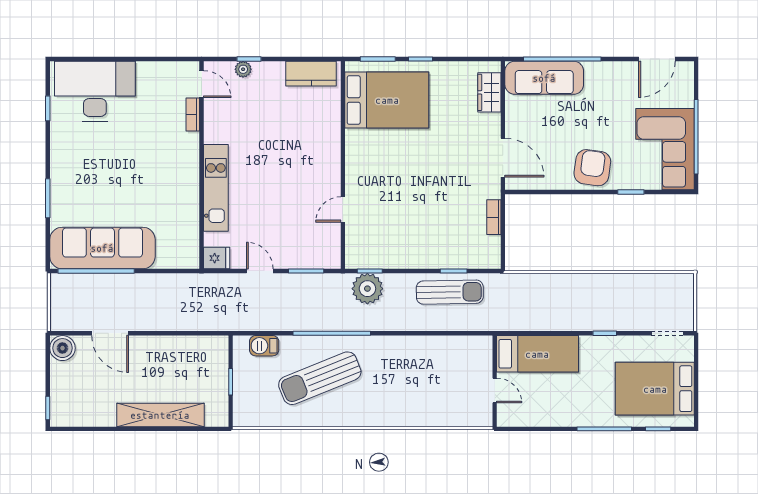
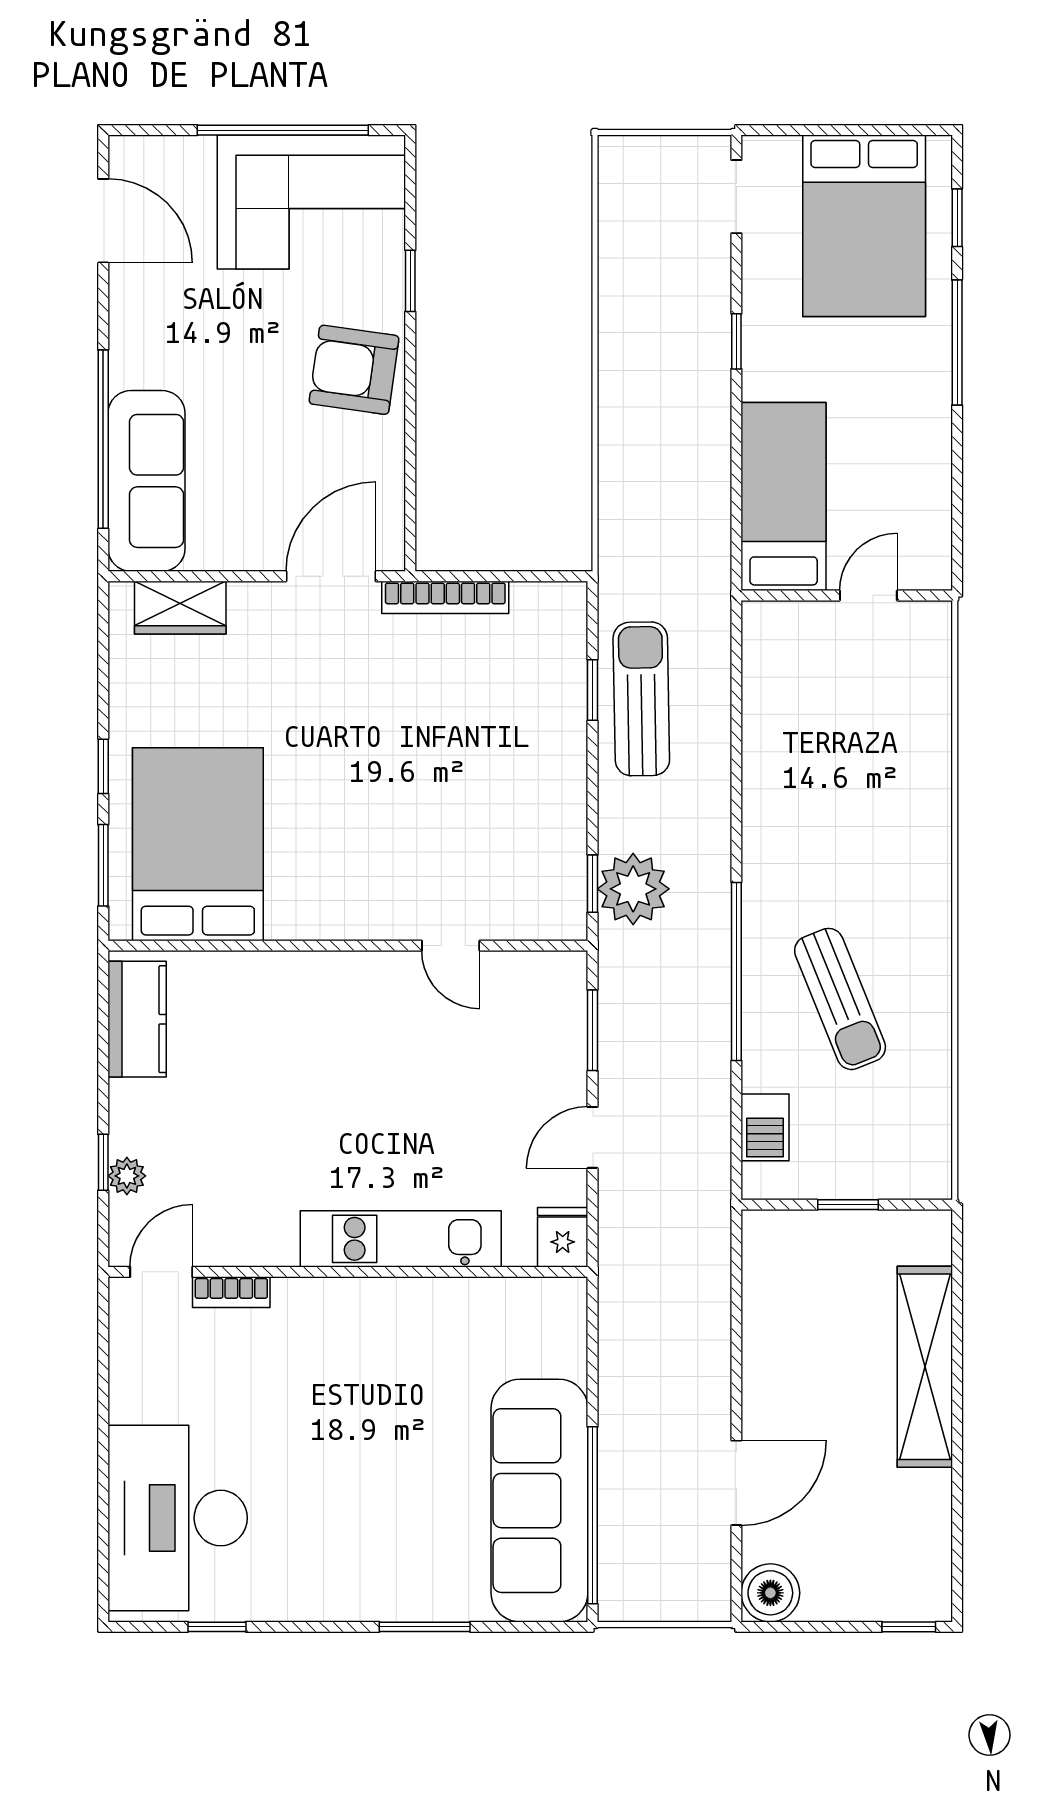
bookcase: (494, 217) -> (445, 597), width x1.56
sun lounger: (320, 378) -> (840, 999), width x0.73, depth x0.75

